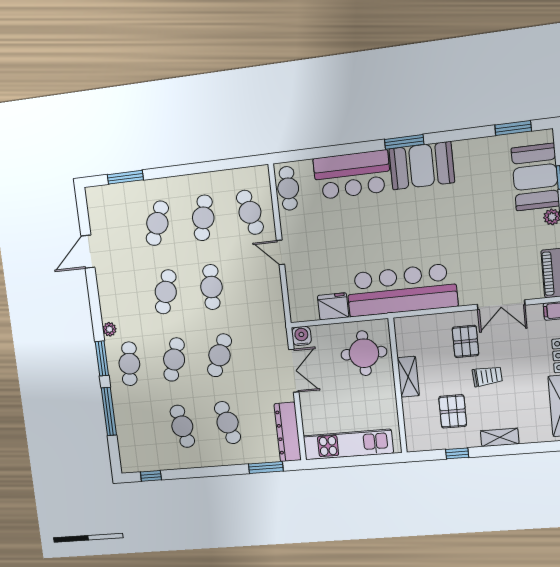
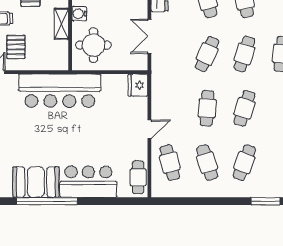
window: (404, 142) -> (47, 201), width x2.11
cafe table: (203, 218) -> (207, 163), turned -30
door: (281, 252) -> (149, 129), hinge flipped
fridge: (333, 306) -> (138, 85), moved, turned 90
water cooler: (302, 336) -> (79, 14), moved, turned 90

